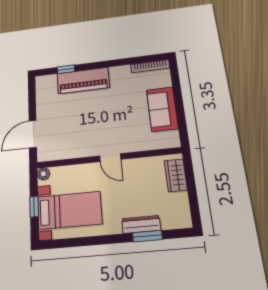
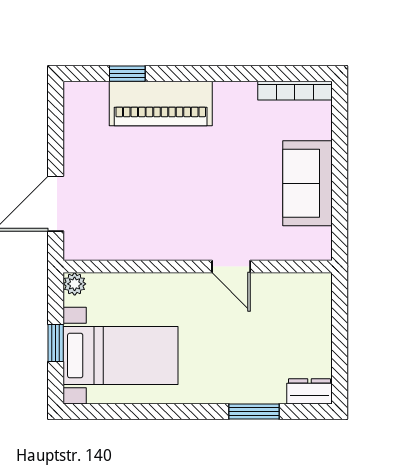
door: (110, 158) -> (231, 267), moved
wardrobe: (176, 175) -> (316, 311), removed
dresser: (141, 225) -> (310, 391), moved, width x0.70

